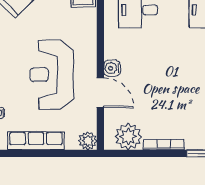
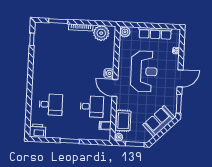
door: (100, 93) -> (115, 88), moved

